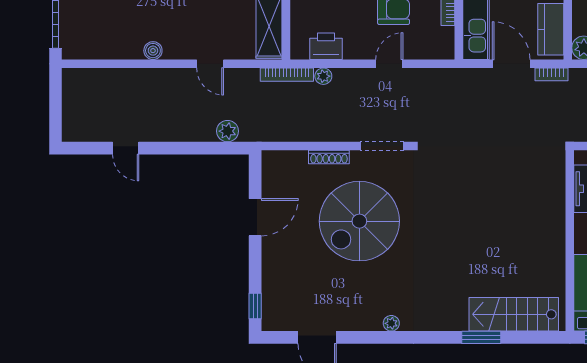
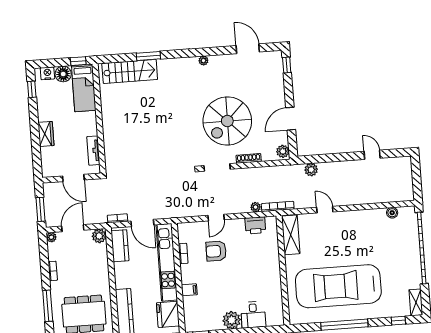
boiler: (153, 51) -> (392, 213), moved
plant: (272, 165) -> (283, 151), added
spiral stairs: (359, 221) -> (227, 121), turned 180

